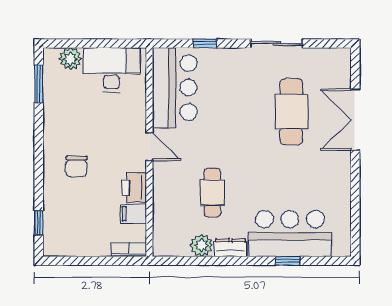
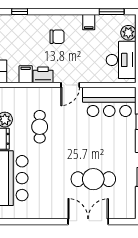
filing cabinet: (55, 119) -> (89, 22), added
chair: (76, 166) -> (57, 37), turned 180
cafe table: (212, 193) -> (40, 127), turned 90

